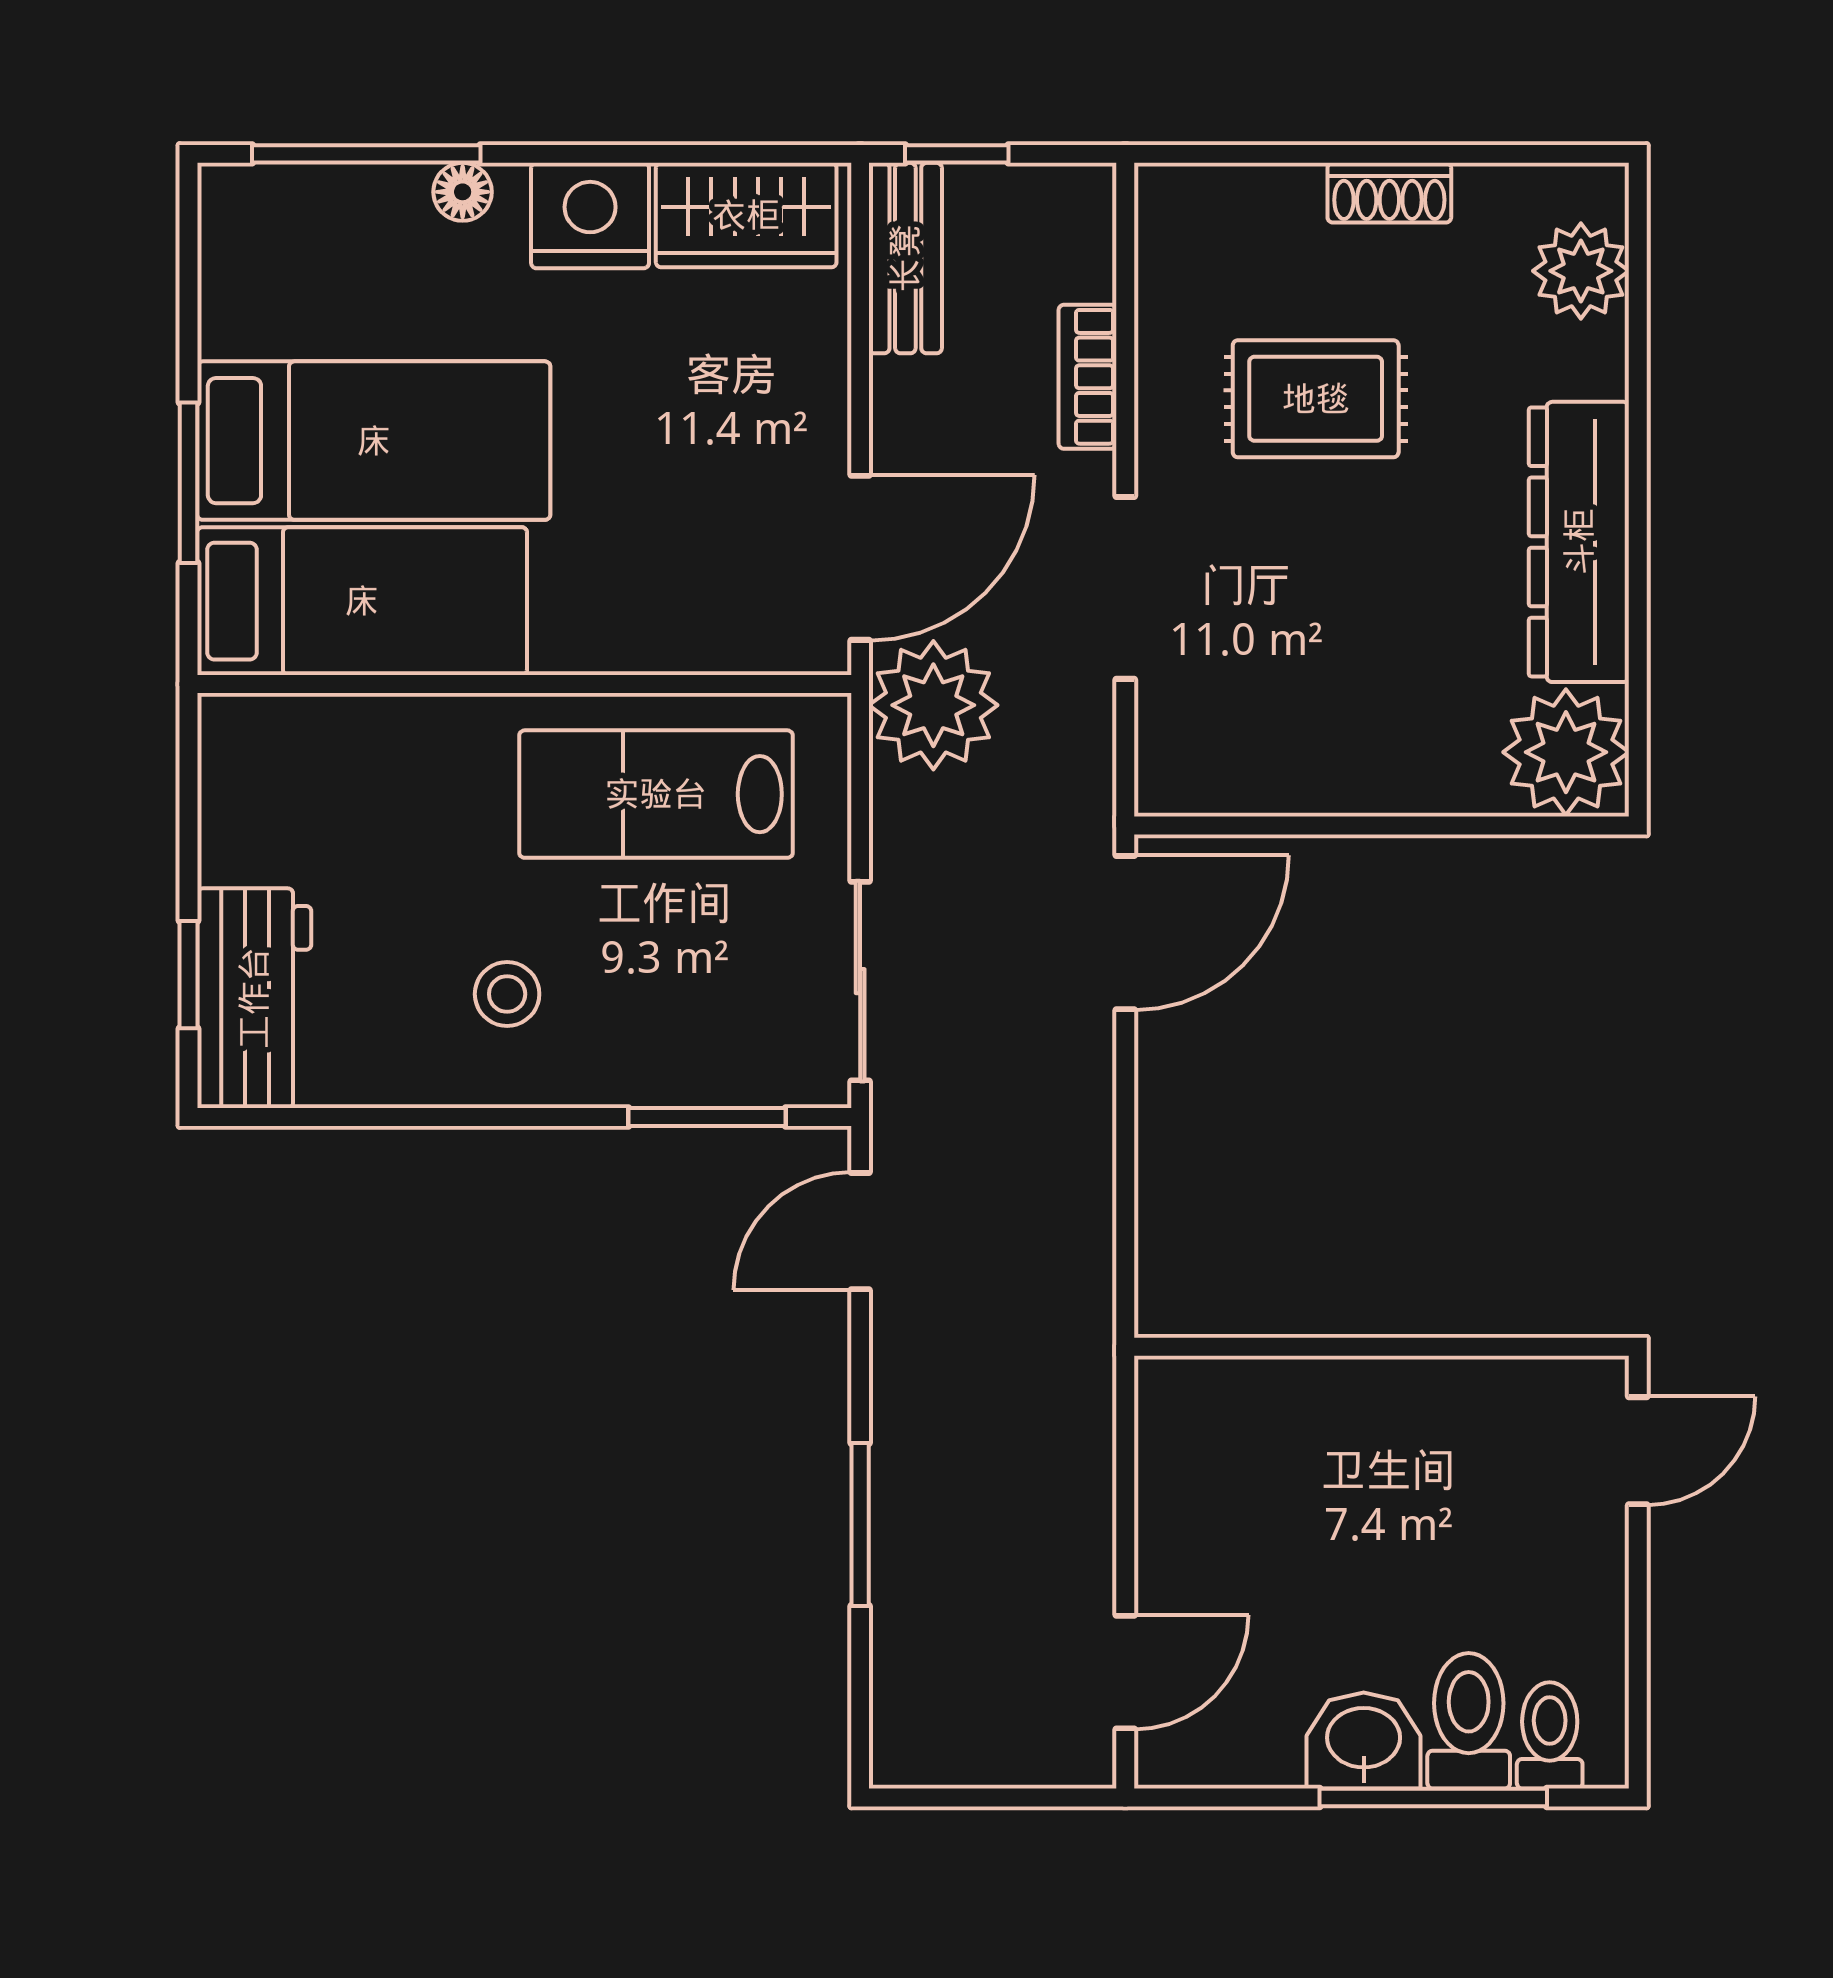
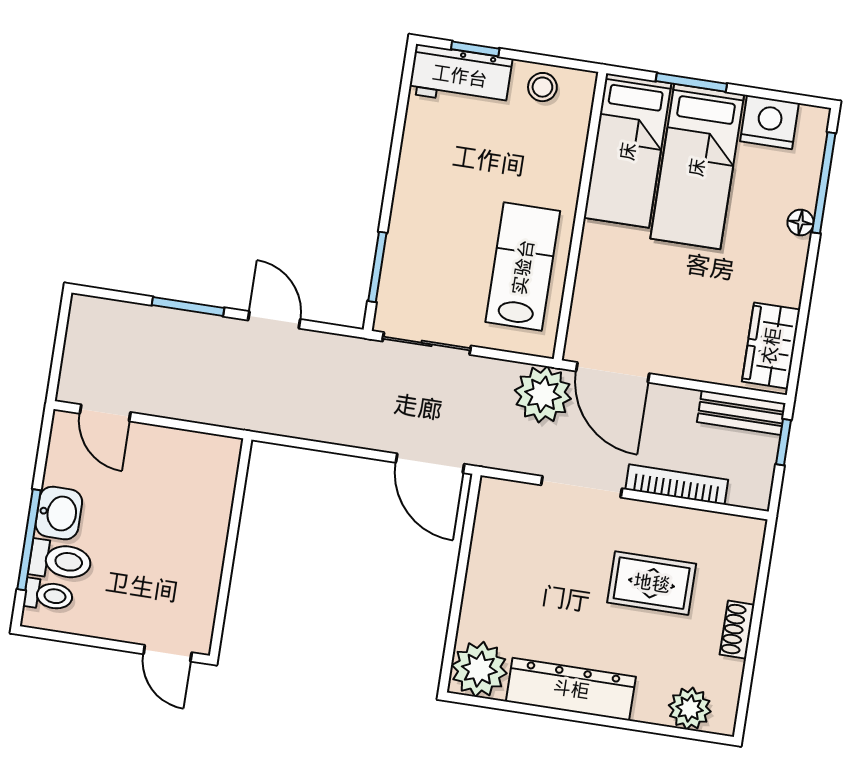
nightstand: (590, 216) -> (770, 122), moved, turned -90
bookcase: (1088, 377) -> (677, 485), width x1.56
rug: (1316, 399) -> (652, 583), turned 90
stool: (507, 994) -> (542, 87), moved
door: (860, 1231) -> (274, 320), moved

